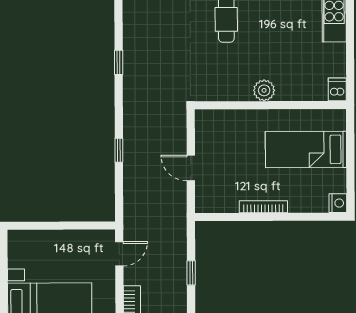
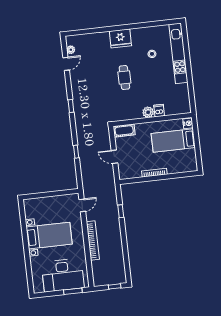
dishwasher: (337, 89) -> (159, 111), moved
cot: (215, 120) -> (124, 131), added
nightstand: (338, 203) -> (188, 123), moved

